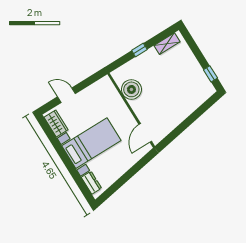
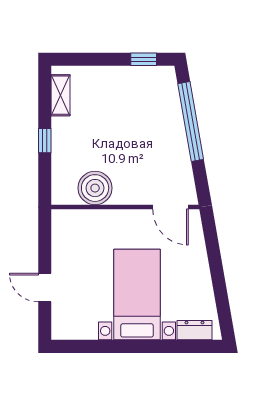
door: (66, 95) -> (45, 288), hinge flipped
window: (194, 117) -> (191, 122), added
wardrobe: (56, 124) -> (77, 328), removed

